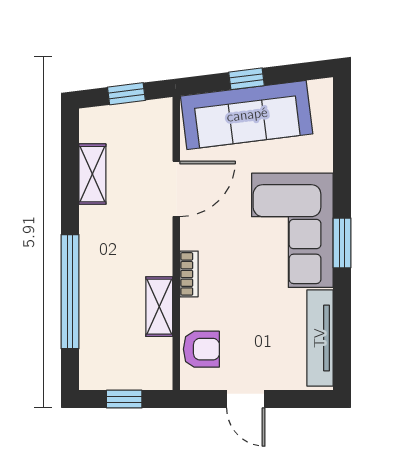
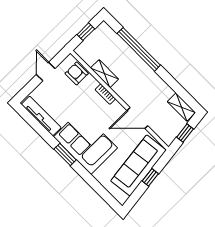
shelving: (92, 174) -> (181, 107), moved
door: (176, 189) -> (137, 118), hinge flipped
armchair: (201, 349) -> (77, 73), turned 90
door: (246, 399) -> (46, 72), hinge flipped

